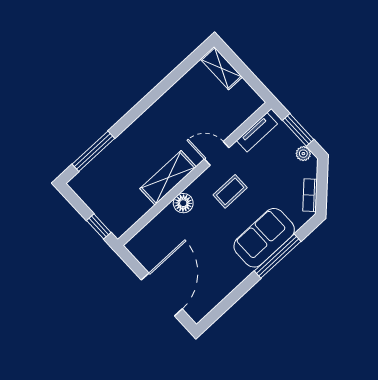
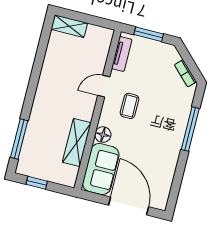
plant: (303, 154) -> (163, 48), removed
shelving: (168, 178) -> (77, 143), moved
window: (99, 226) -> (37, 183), moved
sofa: (264, 238) -> (101, 169), moved, turned 180

